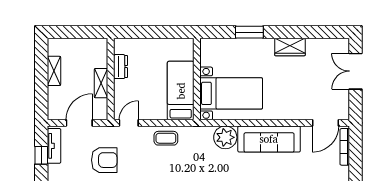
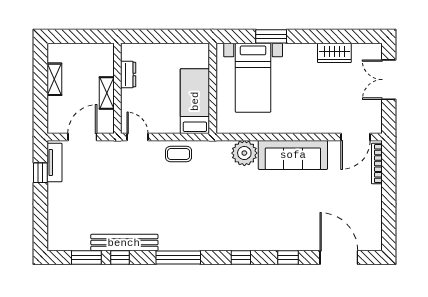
wardrobe: (290, 47) -> (334, 53), moved
bed with nightstands: (231, 93) -> (253, 78), moved, turned 90
door: (129, 123) -> (137, 137), hinge flipped
armchair: (104, 160) -> (110, 178), removed

